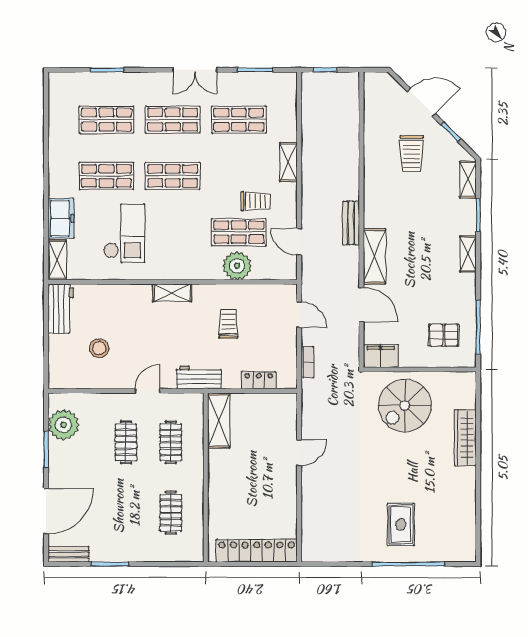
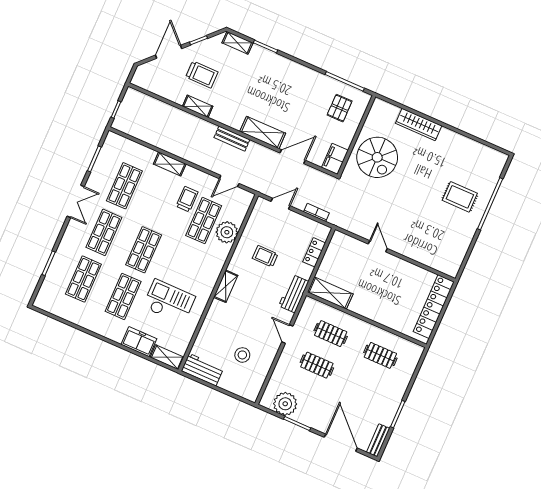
shelving: (468, 254) -> (198, 106), moved

